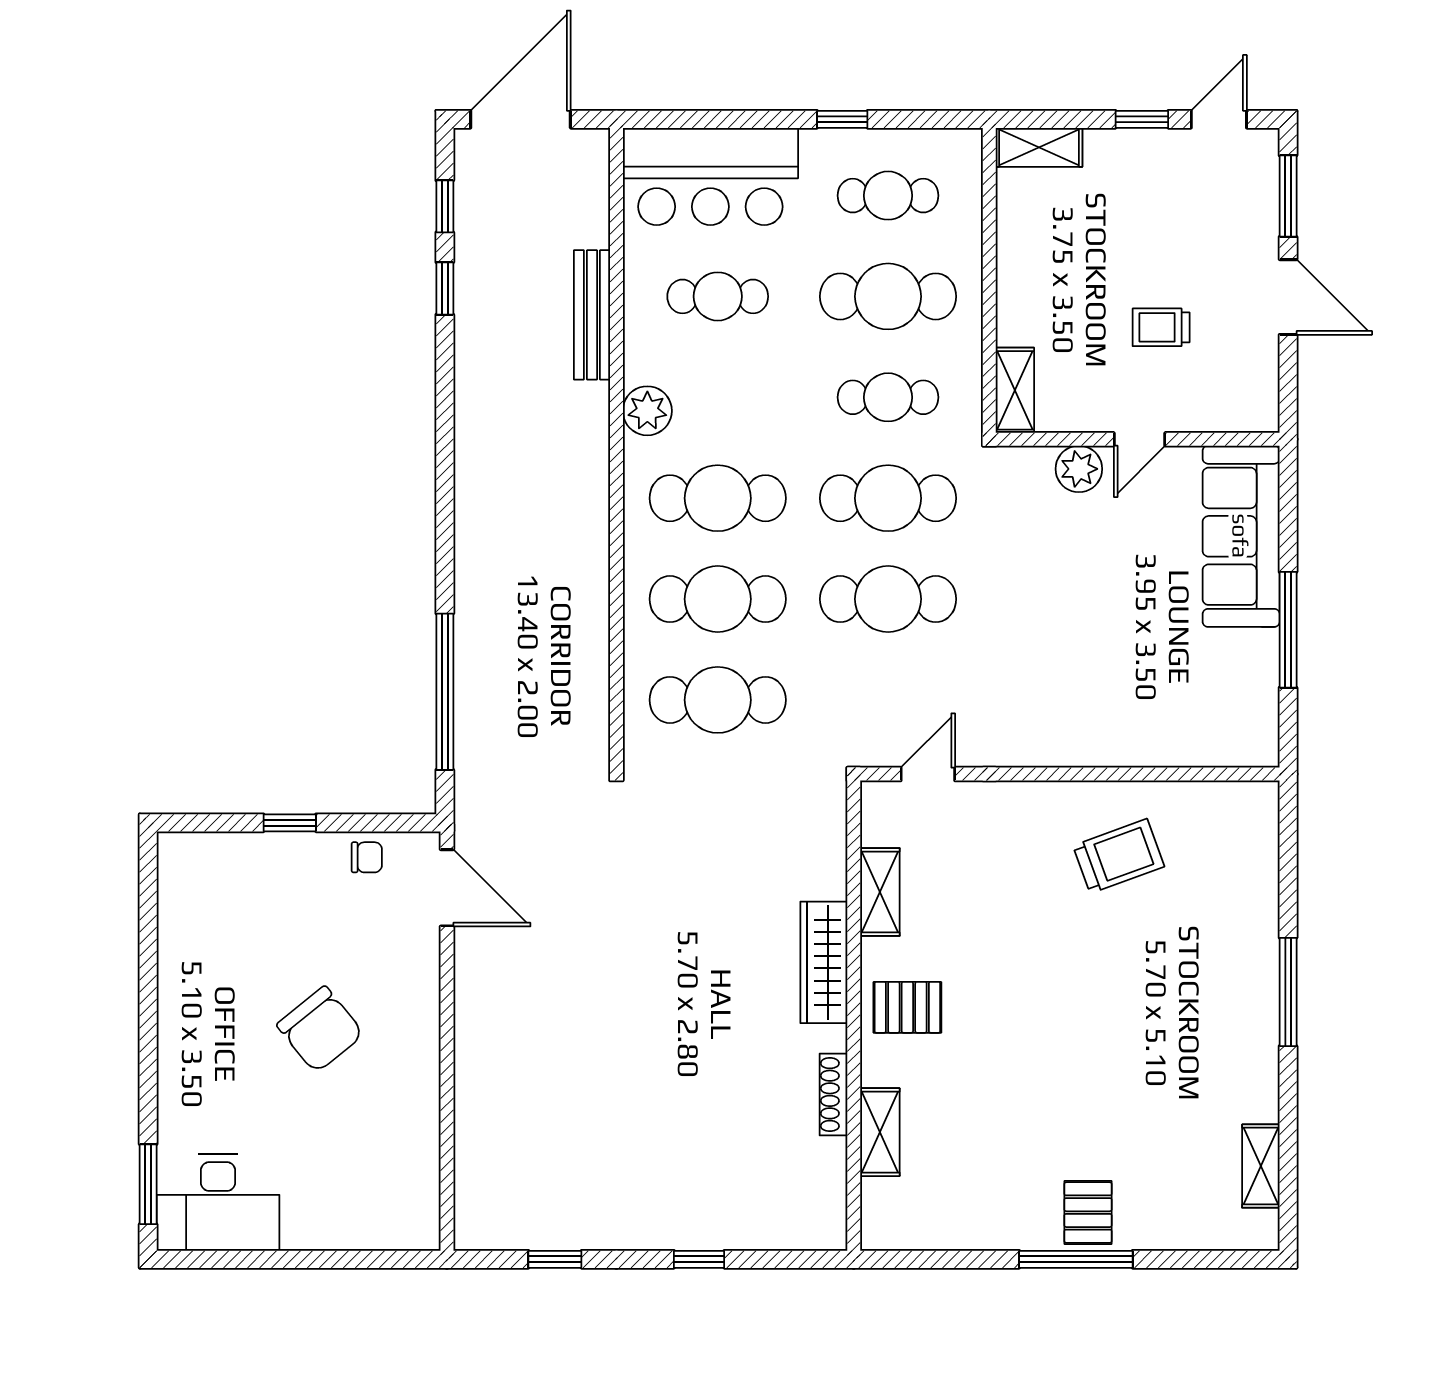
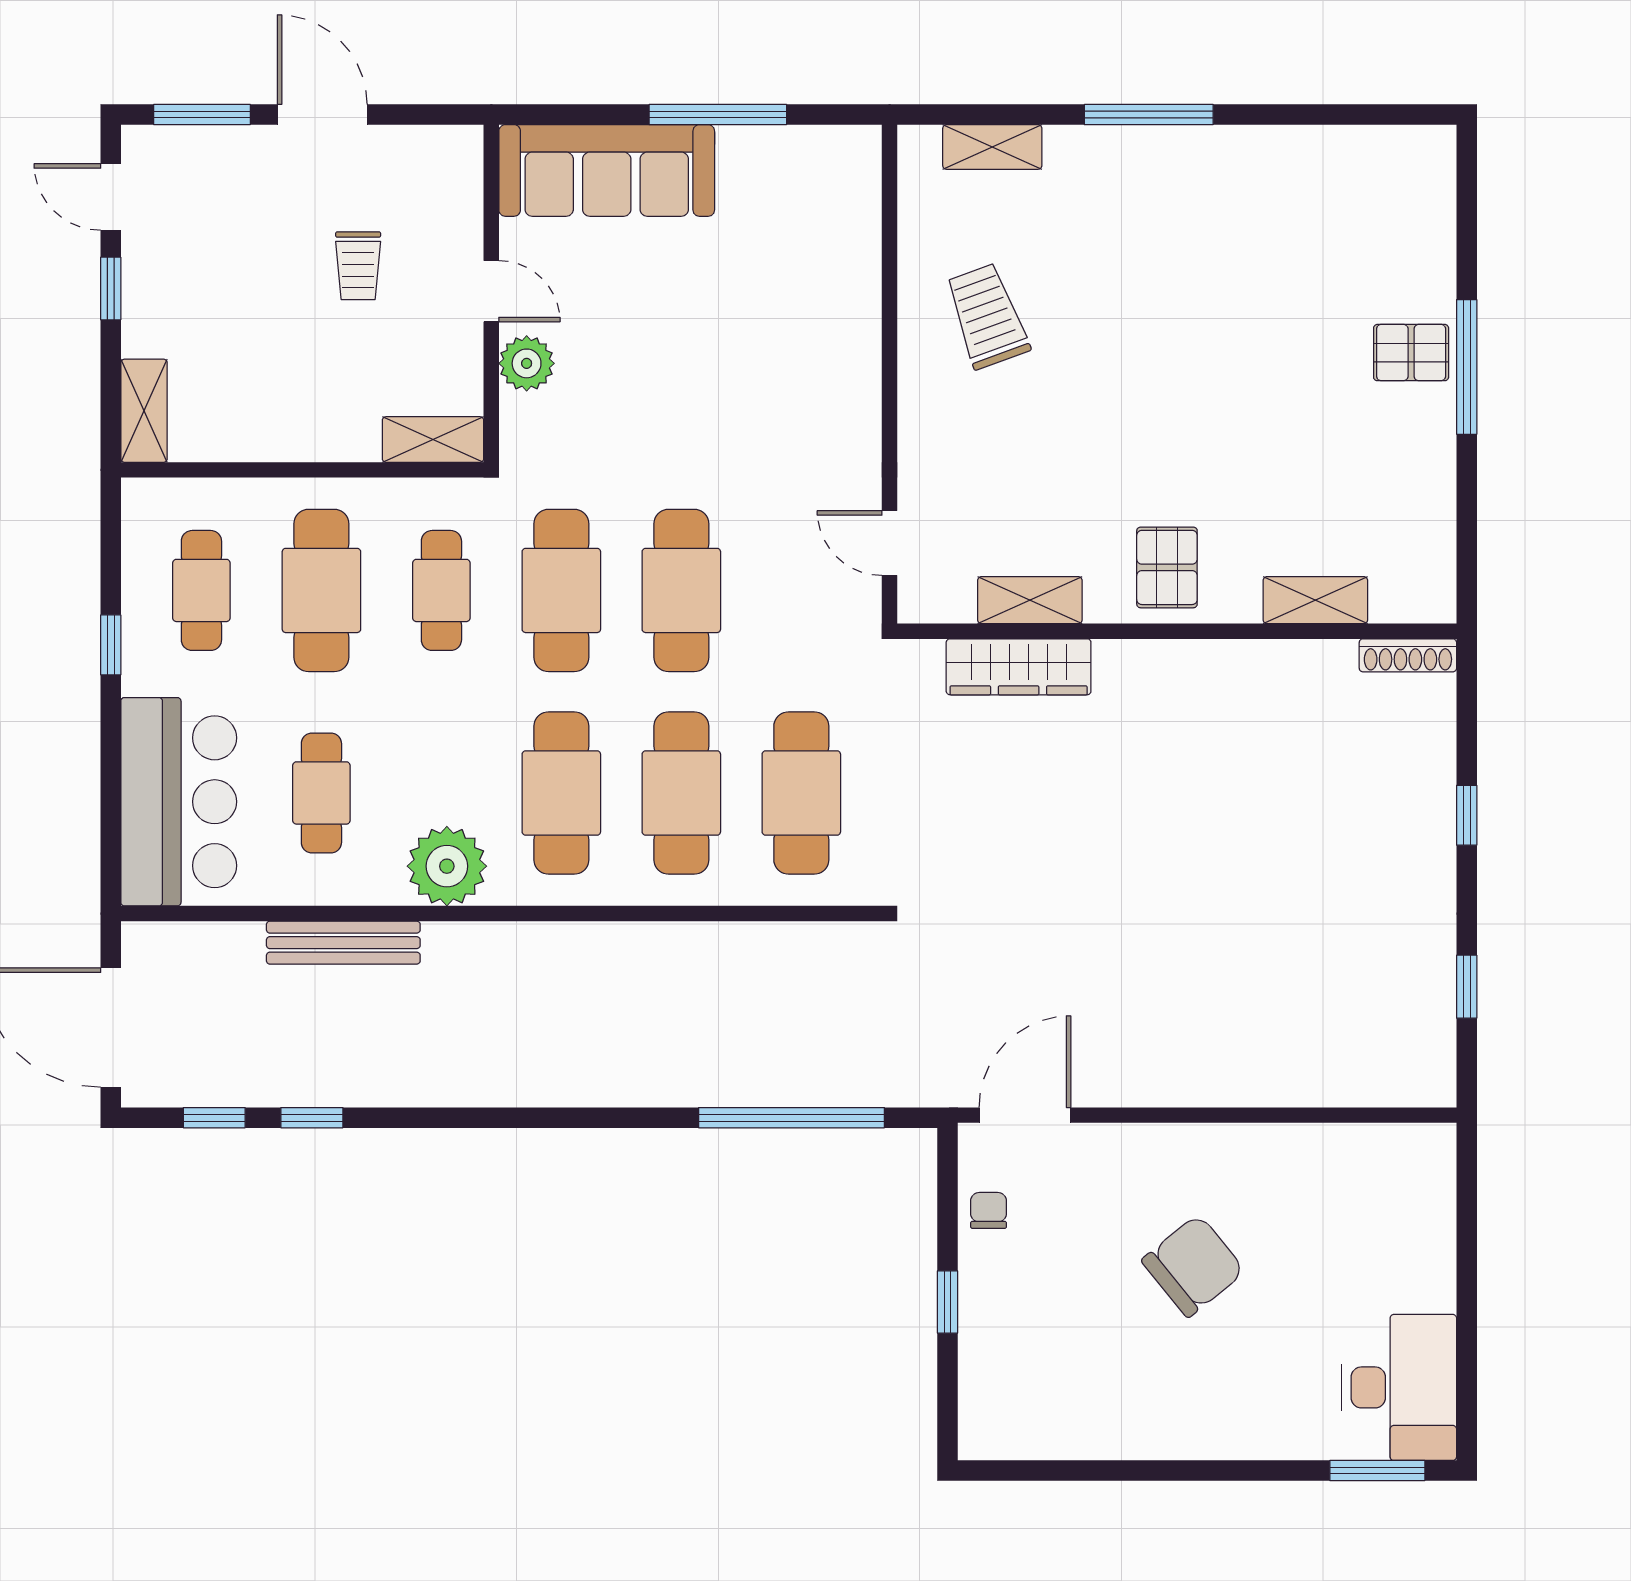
door: (1288, 297) -> (322, 115), hinge flipped
plant: (647, 411) -> (447, 866), width x1.36, depth x1.36
wardrobe: (824, 962) -> (1019, 667), moved
shoe rack: (833, 1095) -> (1408, 655), moved
shelving: (1261, 1166) -> (992, 147), moved

